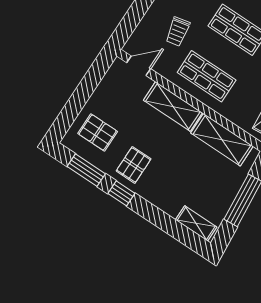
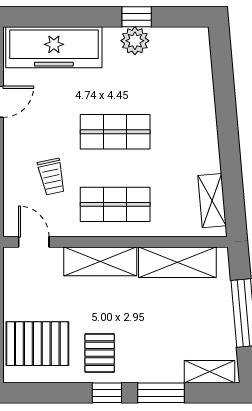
door: (139, 66) -> (34, 242), hinge flipped
pallet: (98, 132) -> (37, 344), width x1.50, depth x1.42
window: (86, 170) -> (161, 393), moved

